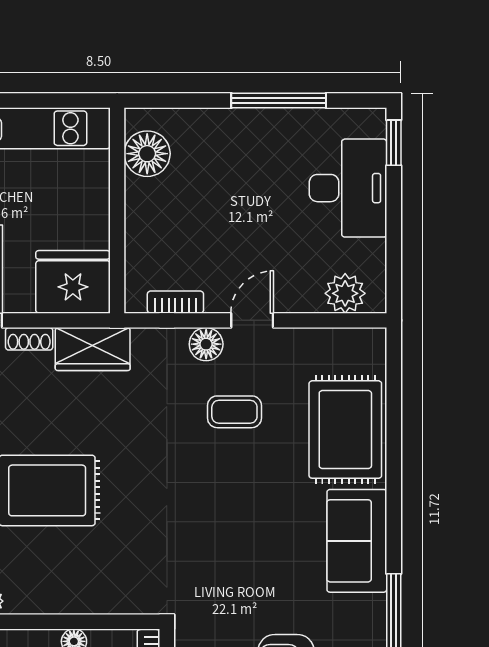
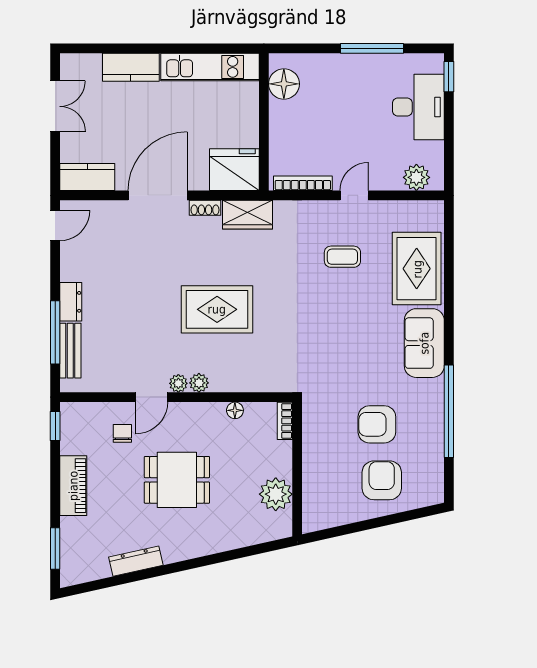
bookcase: (175, 302) -> (303, 183), width x1.56
floor lamp: (206, 344) -> (323, 211), removed
plant: (20, 600) -> (199, 383), added

